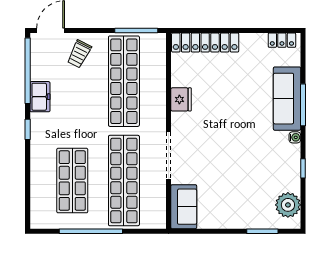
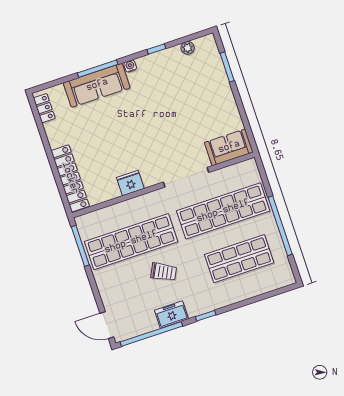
trolley: (79, 54) -> (164, 272), moved
plant: (288, 205) -> (188, 48), width x0.53, depth x0.53

